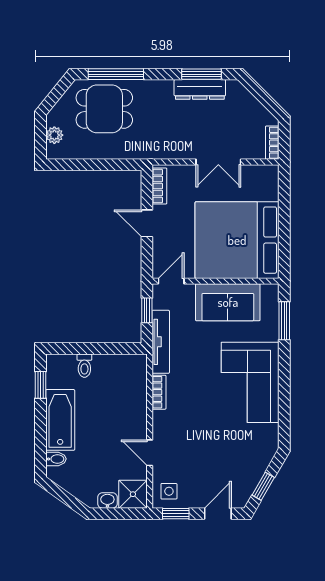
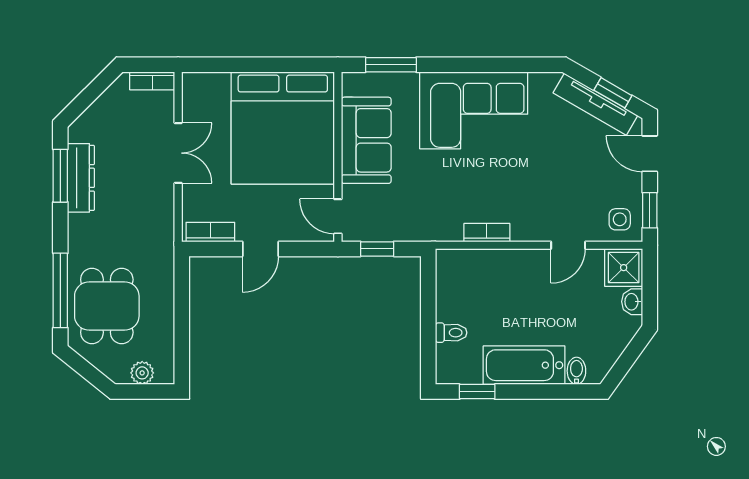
tv unit: (161, 342) -> (595, 104), moved, turned -150

